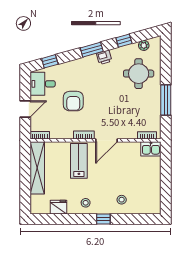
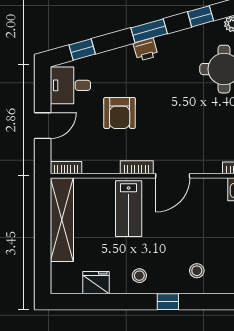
printer: (104, 57) -> (146, 50), moved
lab bench: (79, 161) -> (129, 209), turned 180

